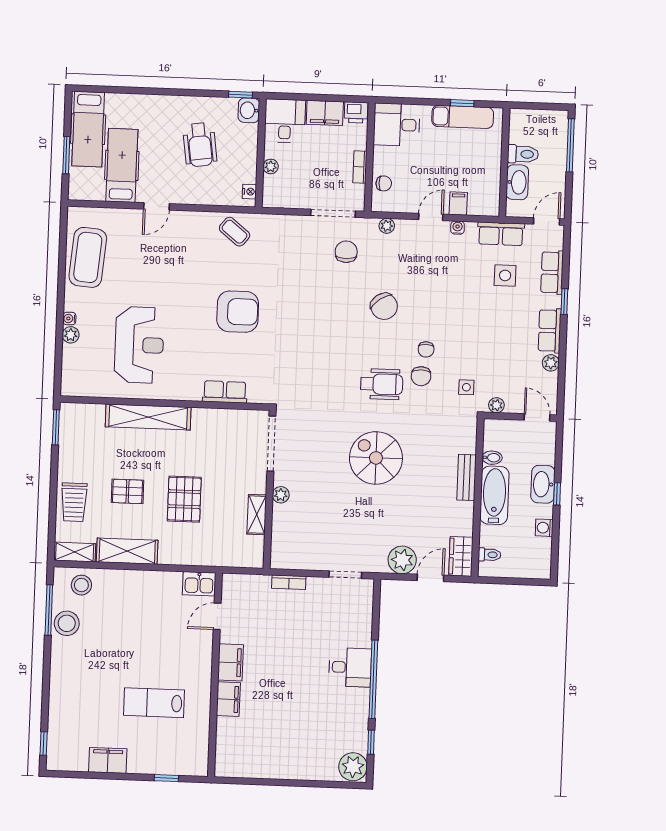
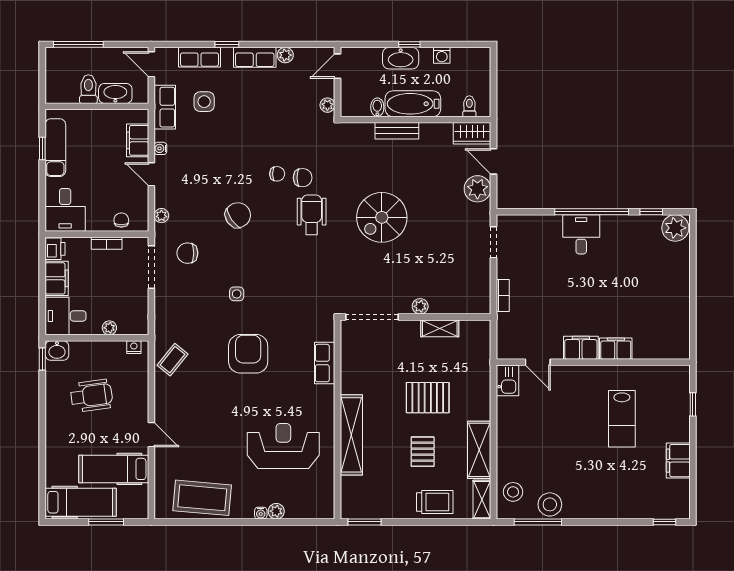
filing cabinet: (458, 203) -> (138, 140), width x2.00
side table: (466, 387) -> (237, 294), moved

